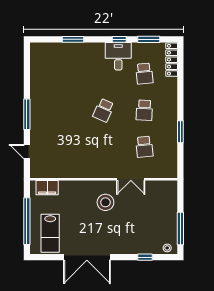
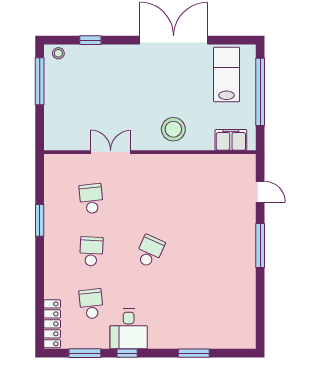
stool: (105, 202) -> (173, 129), moved

